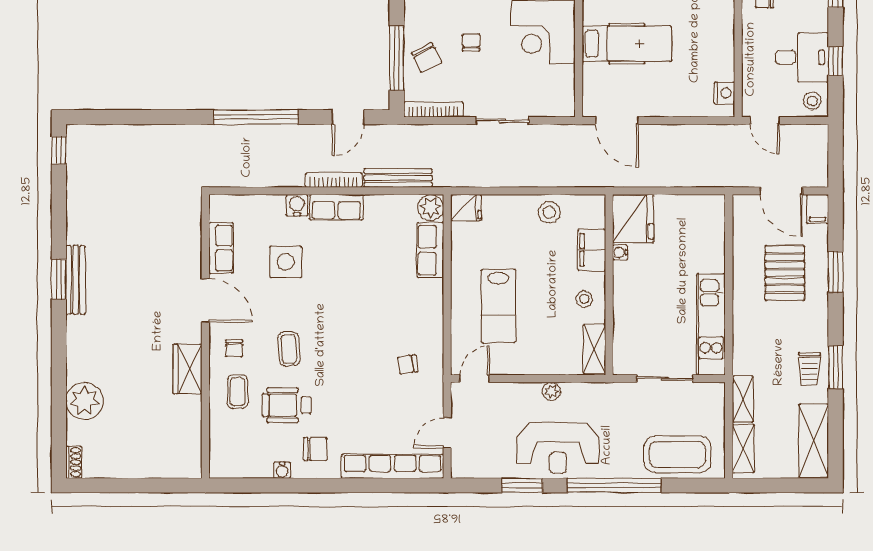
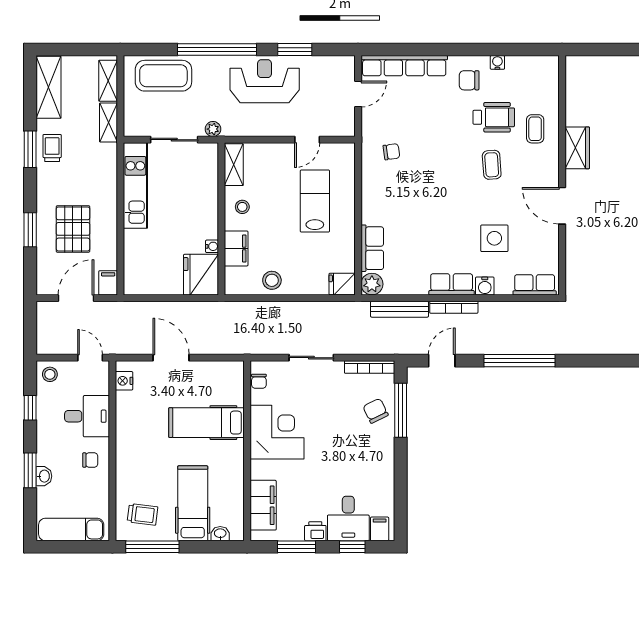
chair: (471, 42) -> (259, 381), moved
desk: (802, 57) -> (87, 416), moved, turned 180
door: (617, 121) -> (171, 358), moved
door: (781, 191) -> (76, 298), hinge flipped
filing cabinet: (818, 209) -> (108, 283), moved
row of seats: (221, 248) -> (535, 285), moved, turned 90
chair: (234, 348) -> (538, 165), removed
door: (474, 379) -> (307, 140), moved
plant: (551, 391) -> (213, 129), moved

